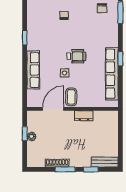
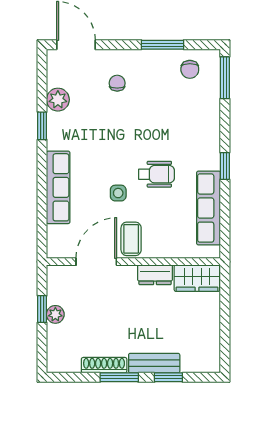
plant: (33, 24) -> (58, 100), added
wheelchair: (76, 56) -> (157, 174), moved
row of seats: (112, 74) -> (209, 208), width x0.73
wardrobe: (106, 118) -> (197, 278), added
bench: (105, 162) -> (154, 363), moved

